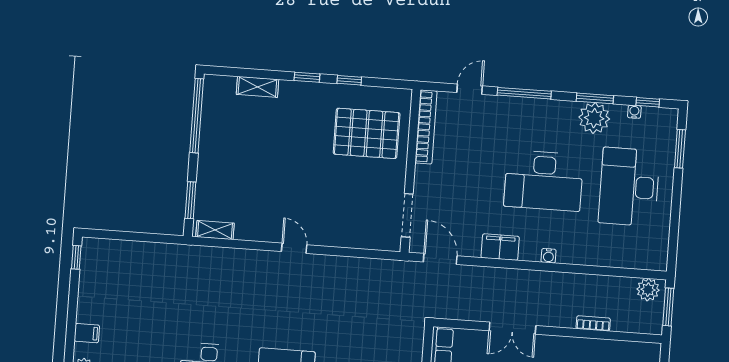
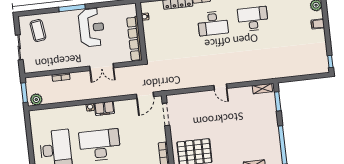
filing cabinet: (500, 247) -> (104, 108), moved
door: (440, 259) -> (145, 95), hinge flipped
double door: (512, 328) -> (102, 67), swing flipped

